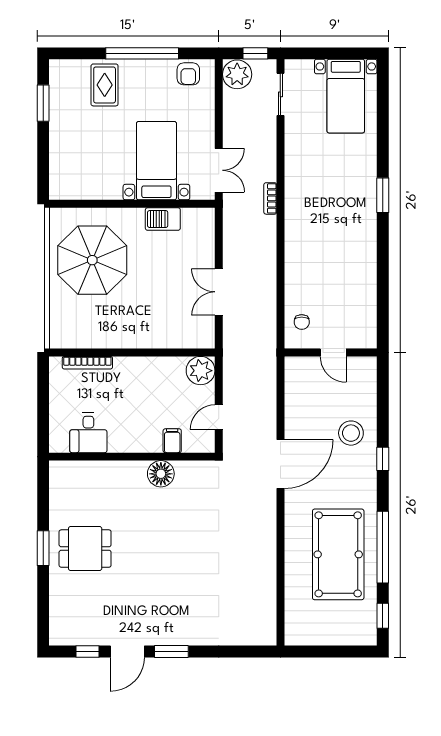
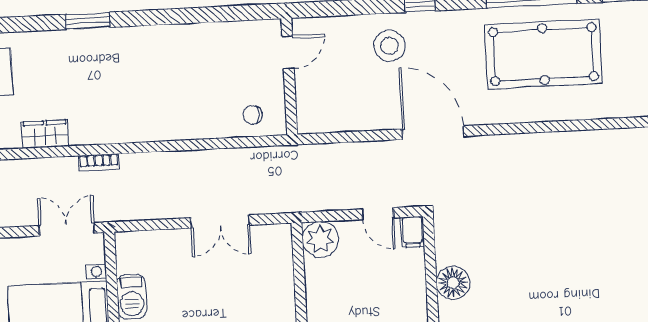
wardrobe: (295, 157) -> (45, 134), added
chair: (302, 322) -> (253, 115), turned 180
door: (333, 352) -> (288, 52), moved
filing cabinet: (172, 441) -> (413, 232), moved, turned -90

